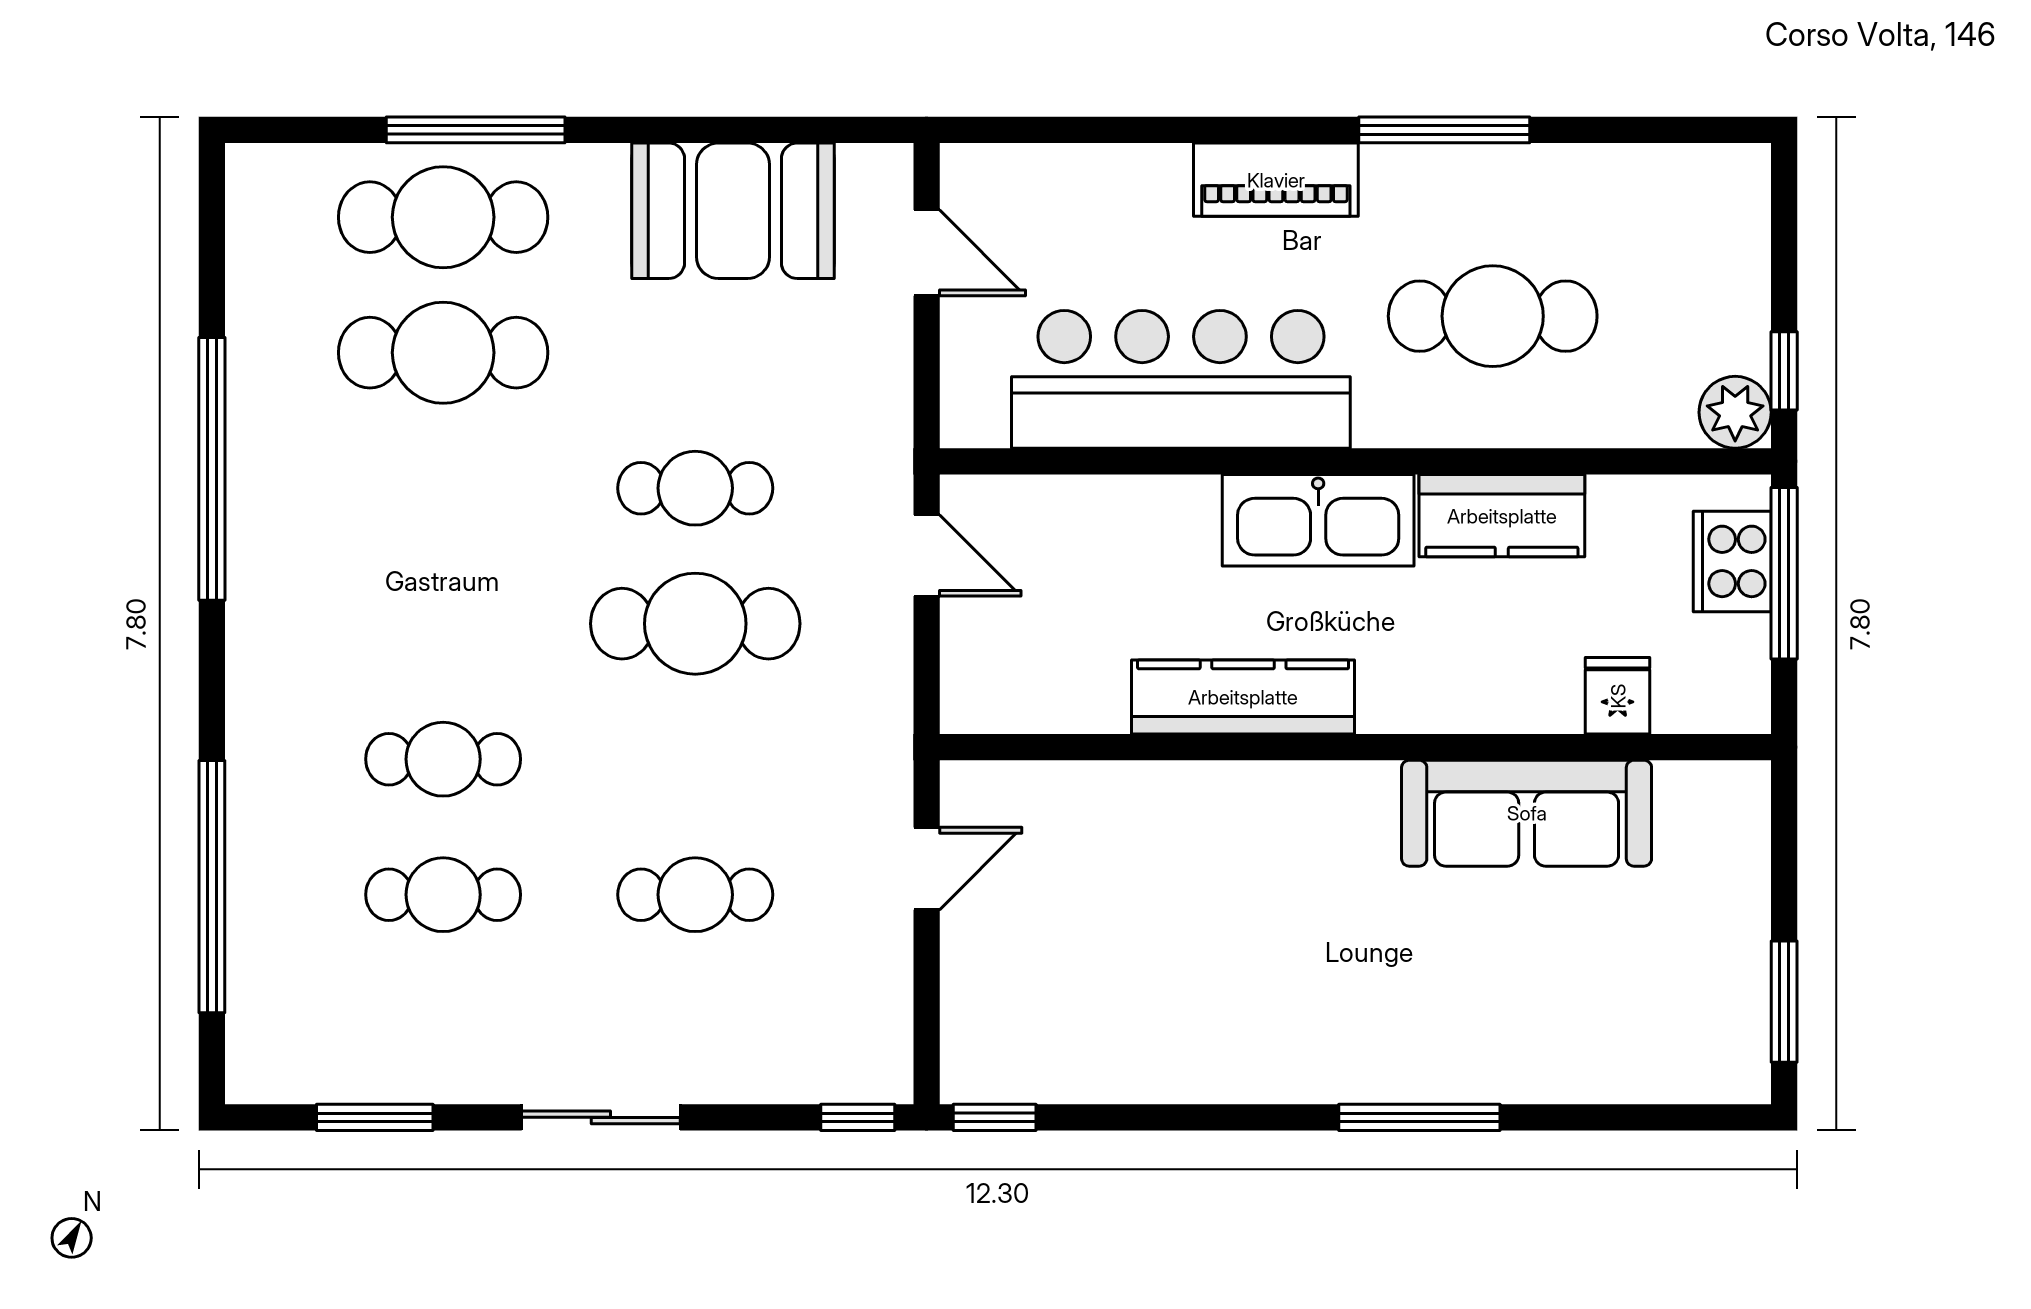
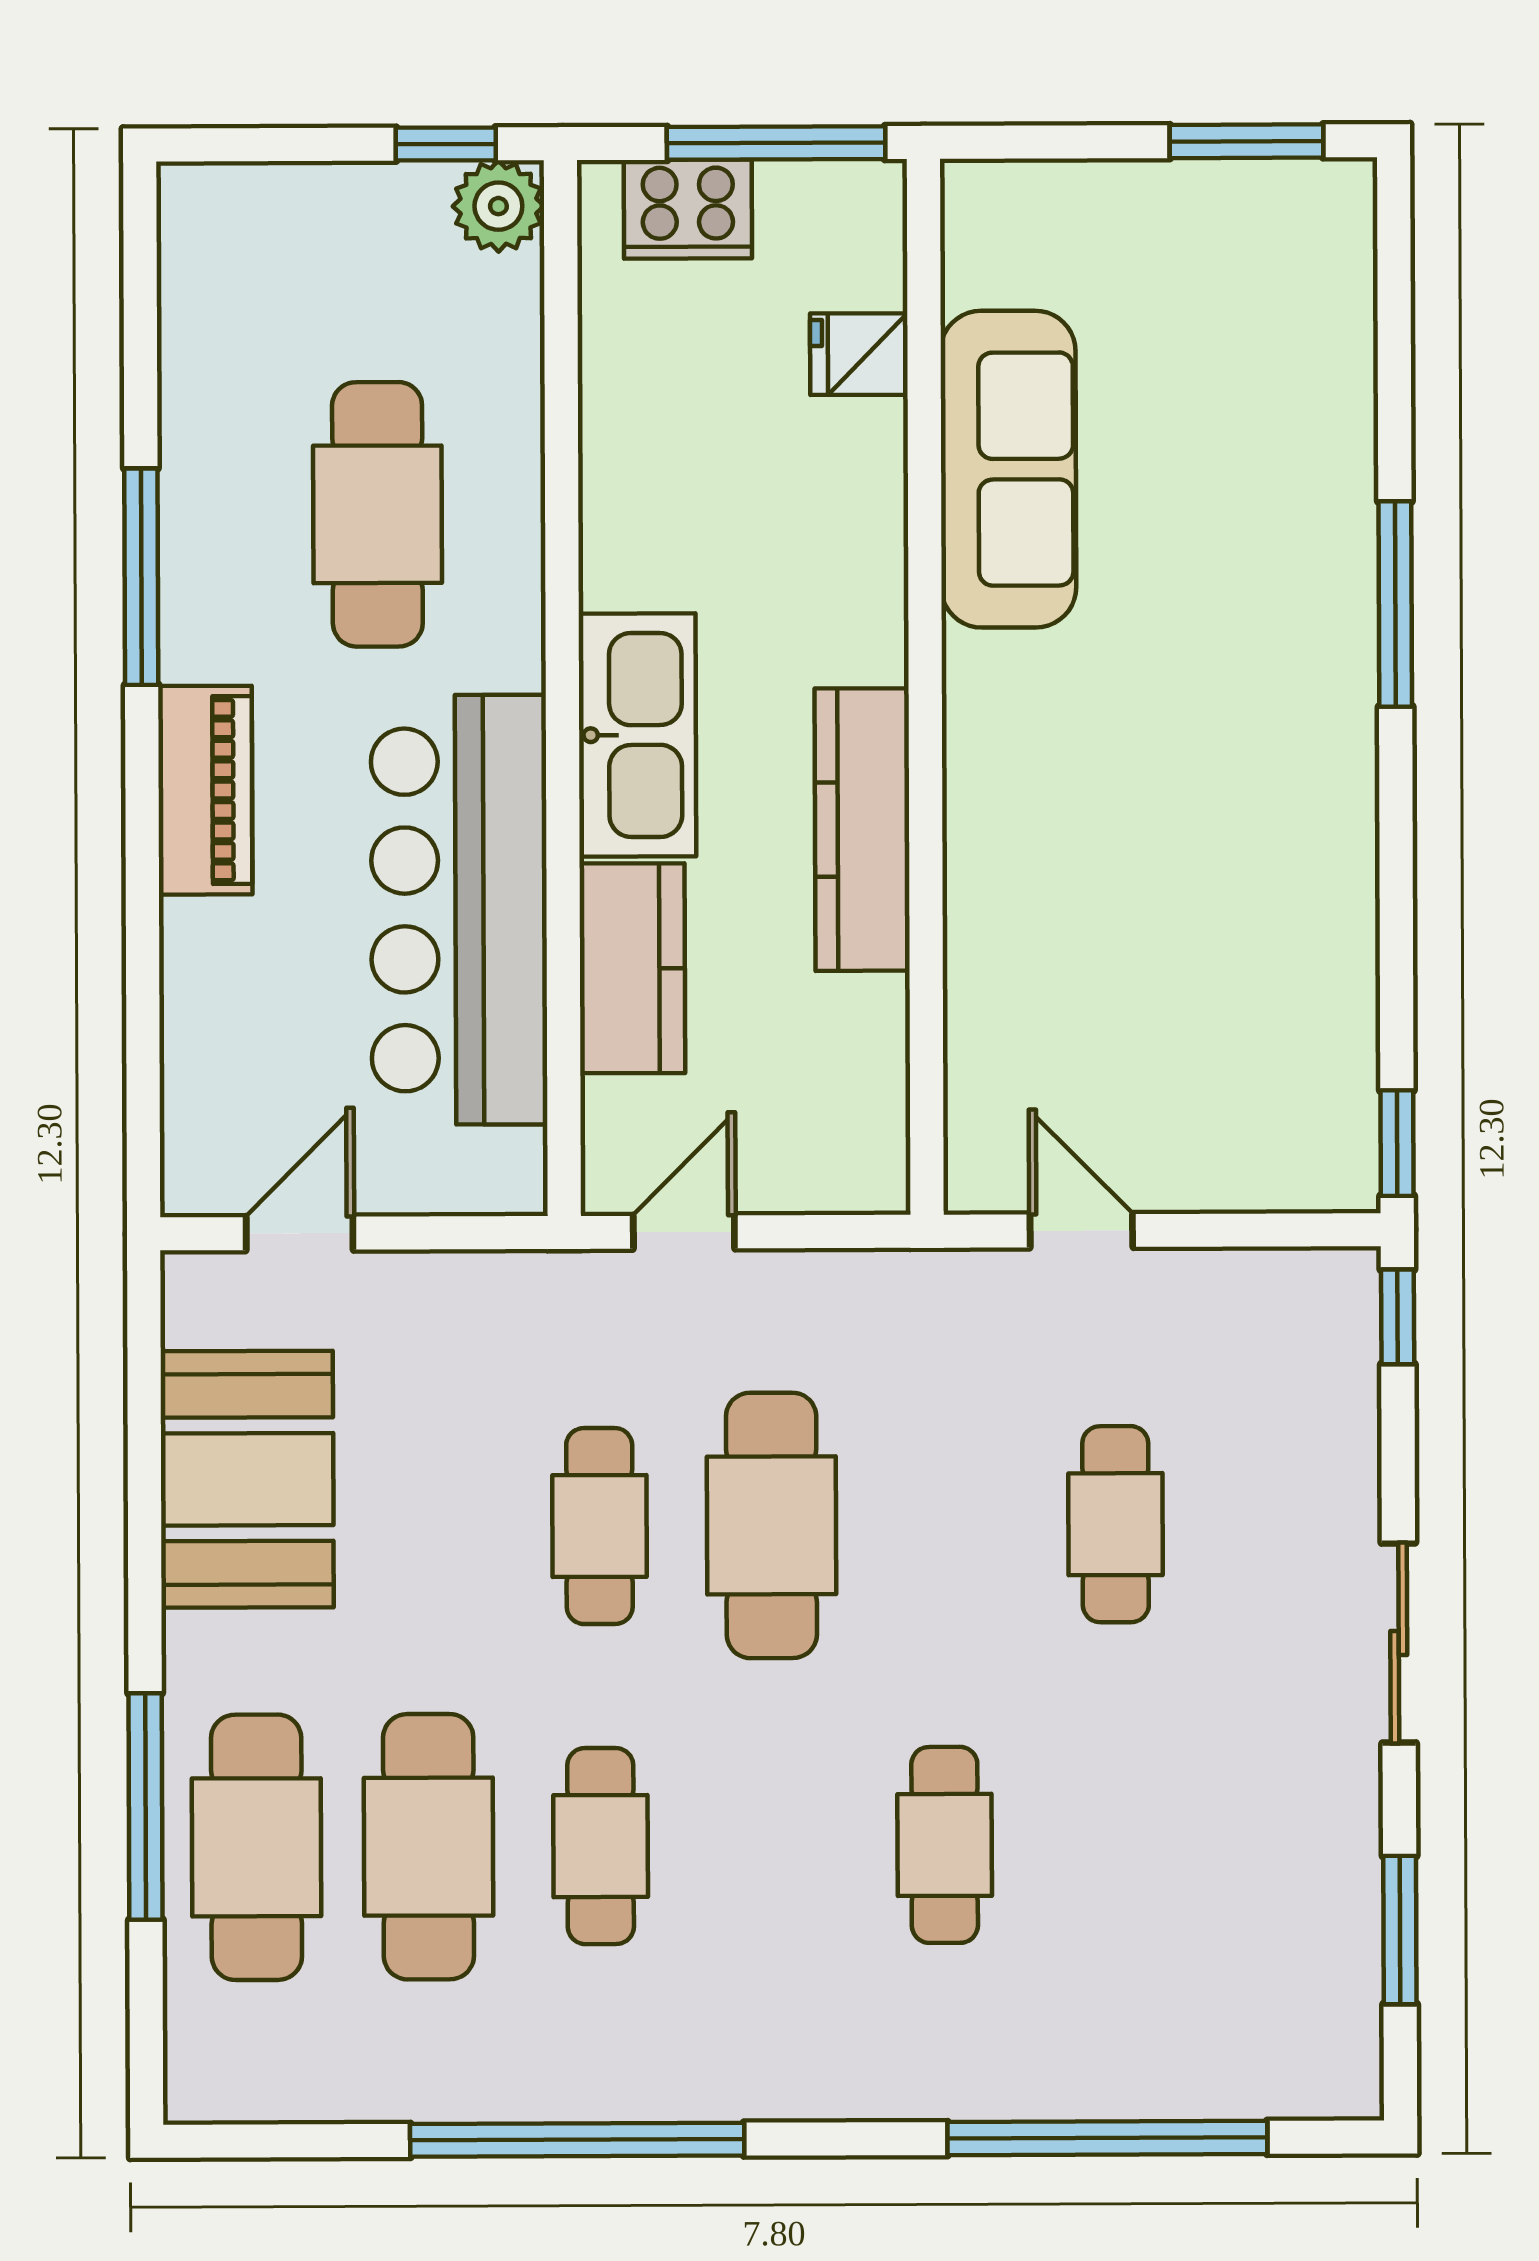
kitchen counter: (1502, 516) -> (632, 968), moved
window: (1784, 573) -> (776, 143), moved
cafe table: (443, 895) -> (601, 1846), moved

